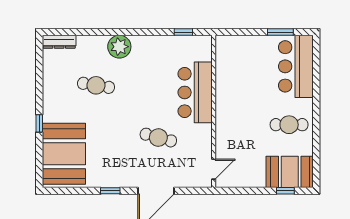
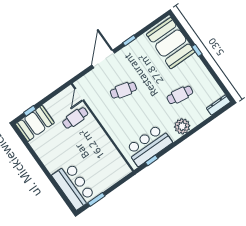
bar counter: (195, 92) -> (149, 145), moved, turned -90
cafe table: (289, 125) -> (75, 118), moved

